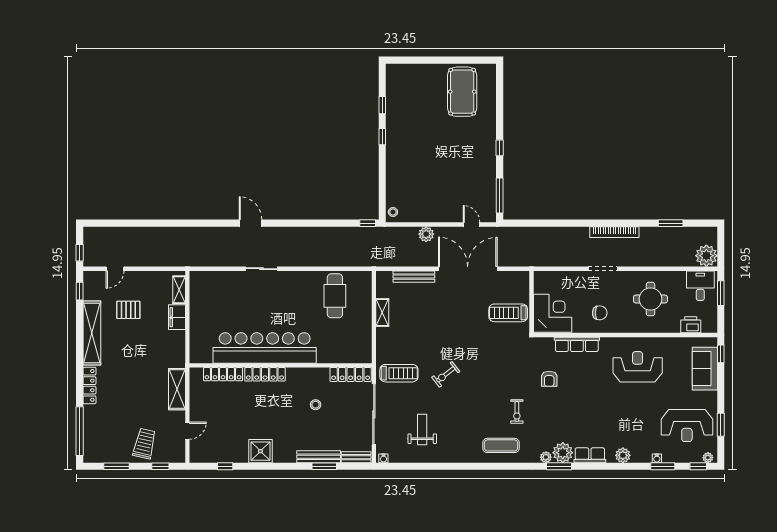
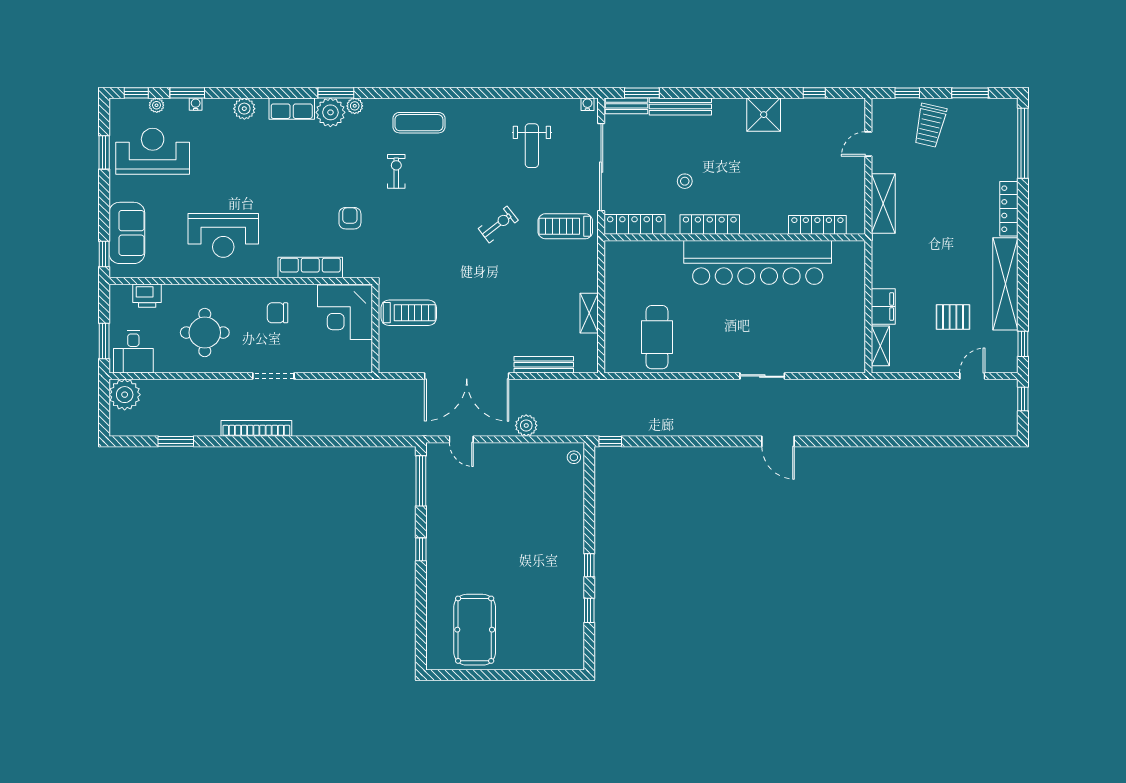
locker: (265, 374) -> (710, 225), moved
plant: (708, 458) -> (157, 105), moved
window: (324, 466) -> (642, 93), moved

